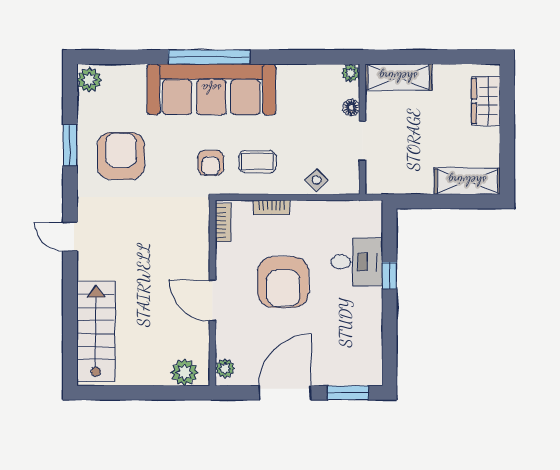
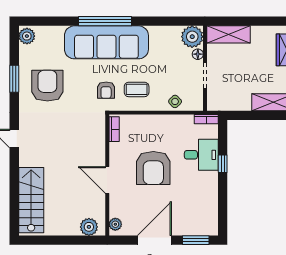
plant: (351, 73) -> (192, 37), width x1.87, depth x1.87
bookcase: (272, 207) -> (206, 119), moved

